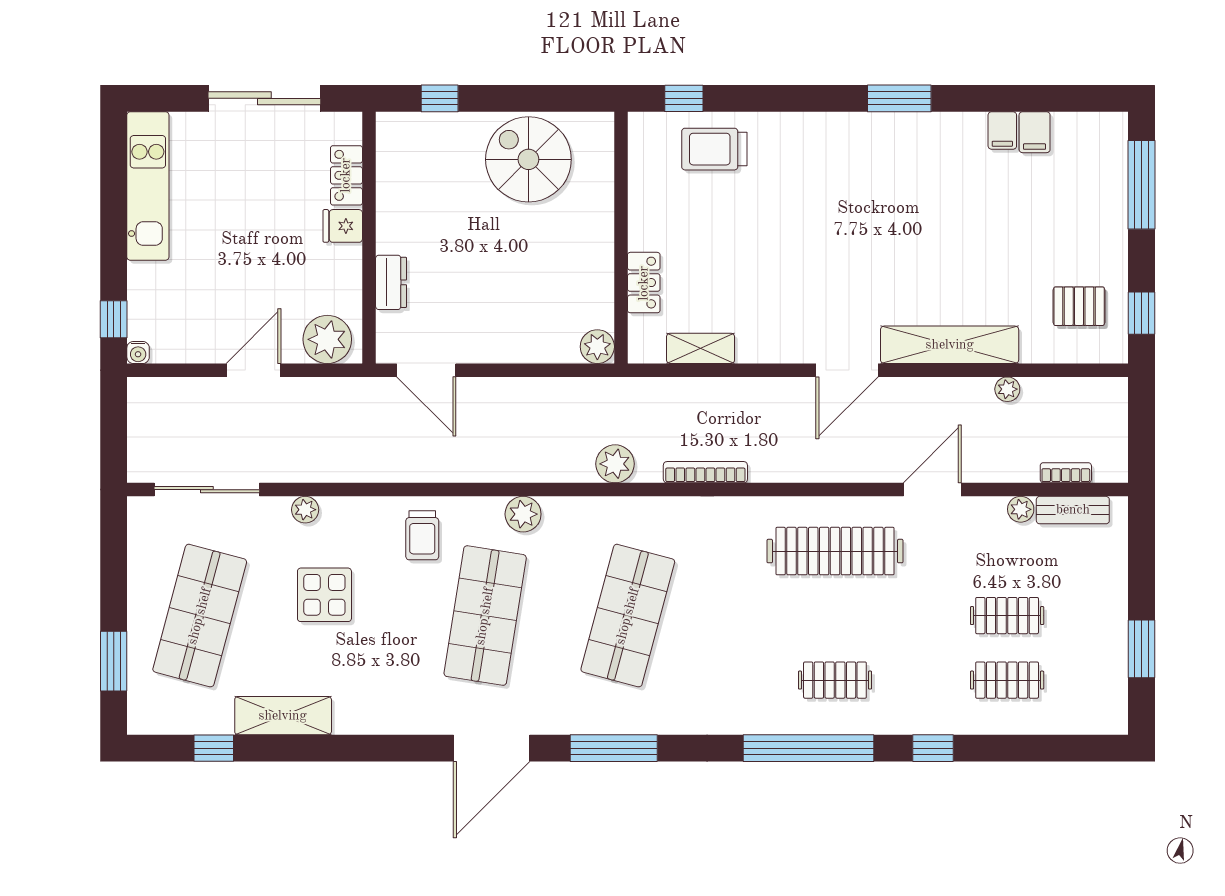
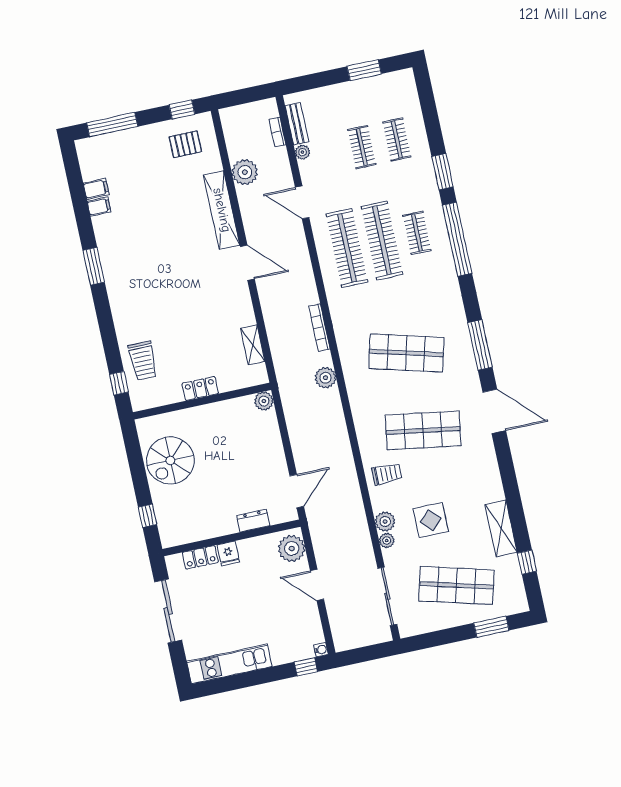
locker: (644, 283) -> (200, 388), moved
pallet: (1079, 306) -> (185, 144), turned 90
plant: (1007, 389) -> (245, 172), width x1.88, depth x1.88
plant: (523, 514) -> (385, 522), moved
clothes rail: (835, 616) -> (382, 240), added
window: (933, 748) -> (442, 172), width x1.50

